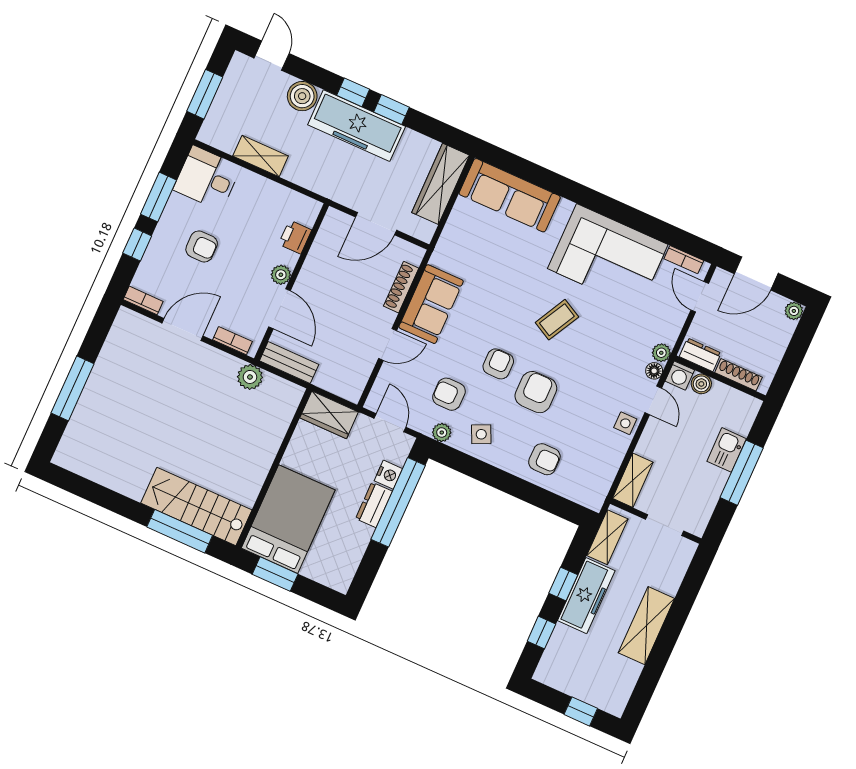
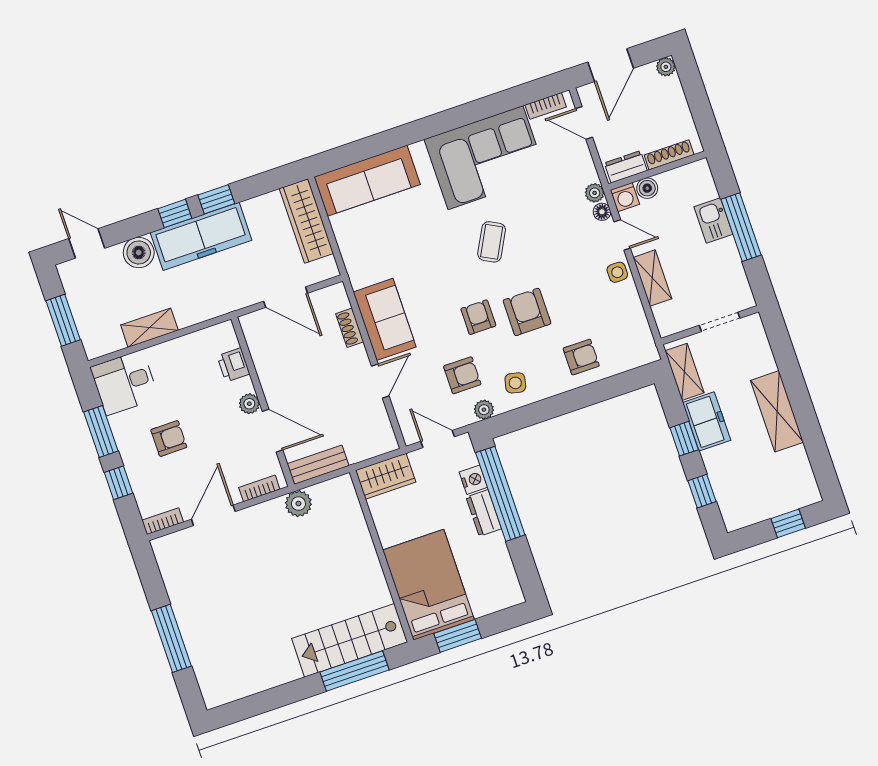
door: (376, 224) -> (286, 297), hinge flipped
shoe rack: (401, 287) -> (350, 328), width x0.70
armchair: (449, 394) -> (462, 375), turned 180
side table: (481, 434) -> (515, 383), turned 38
shelving: (633, 480) -> (652, 278), moved
freezer: (586, 596) -> (707, 421), width x0.71

